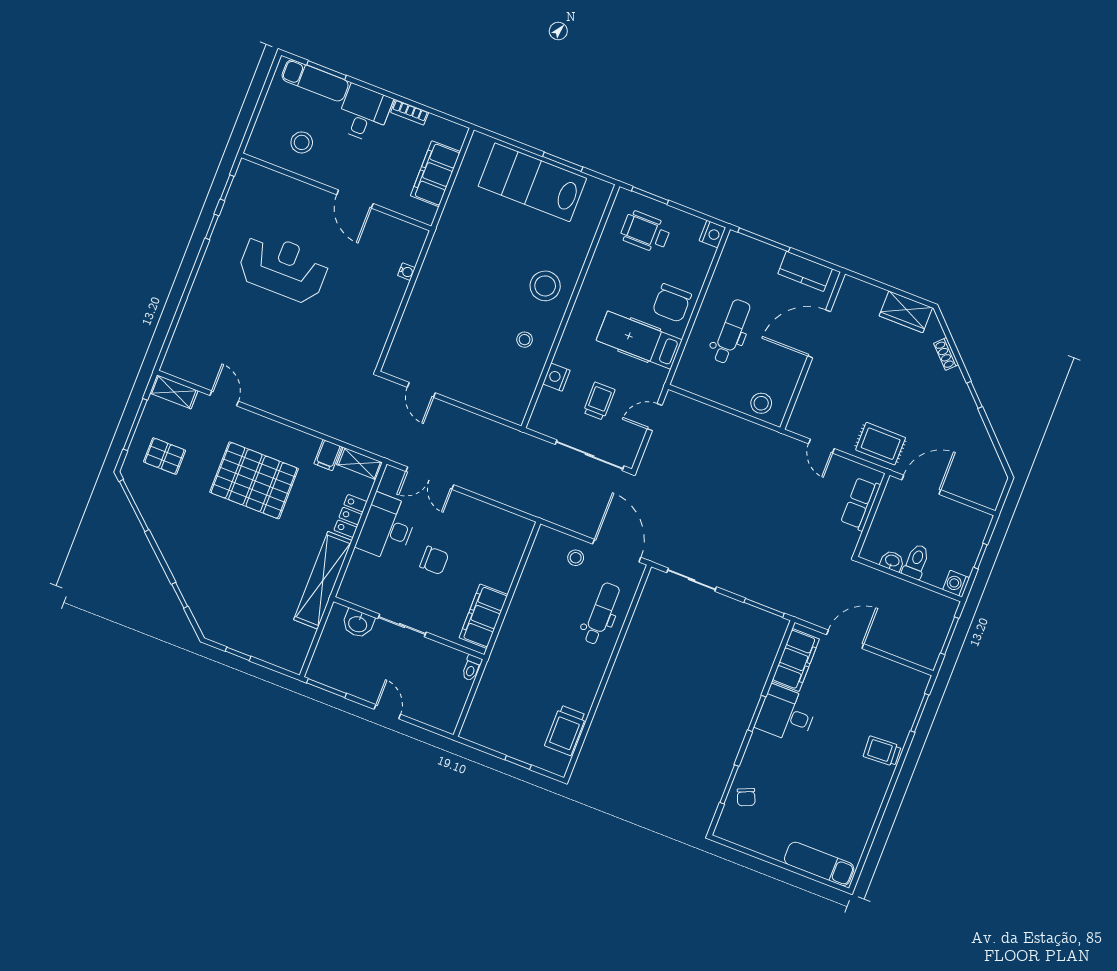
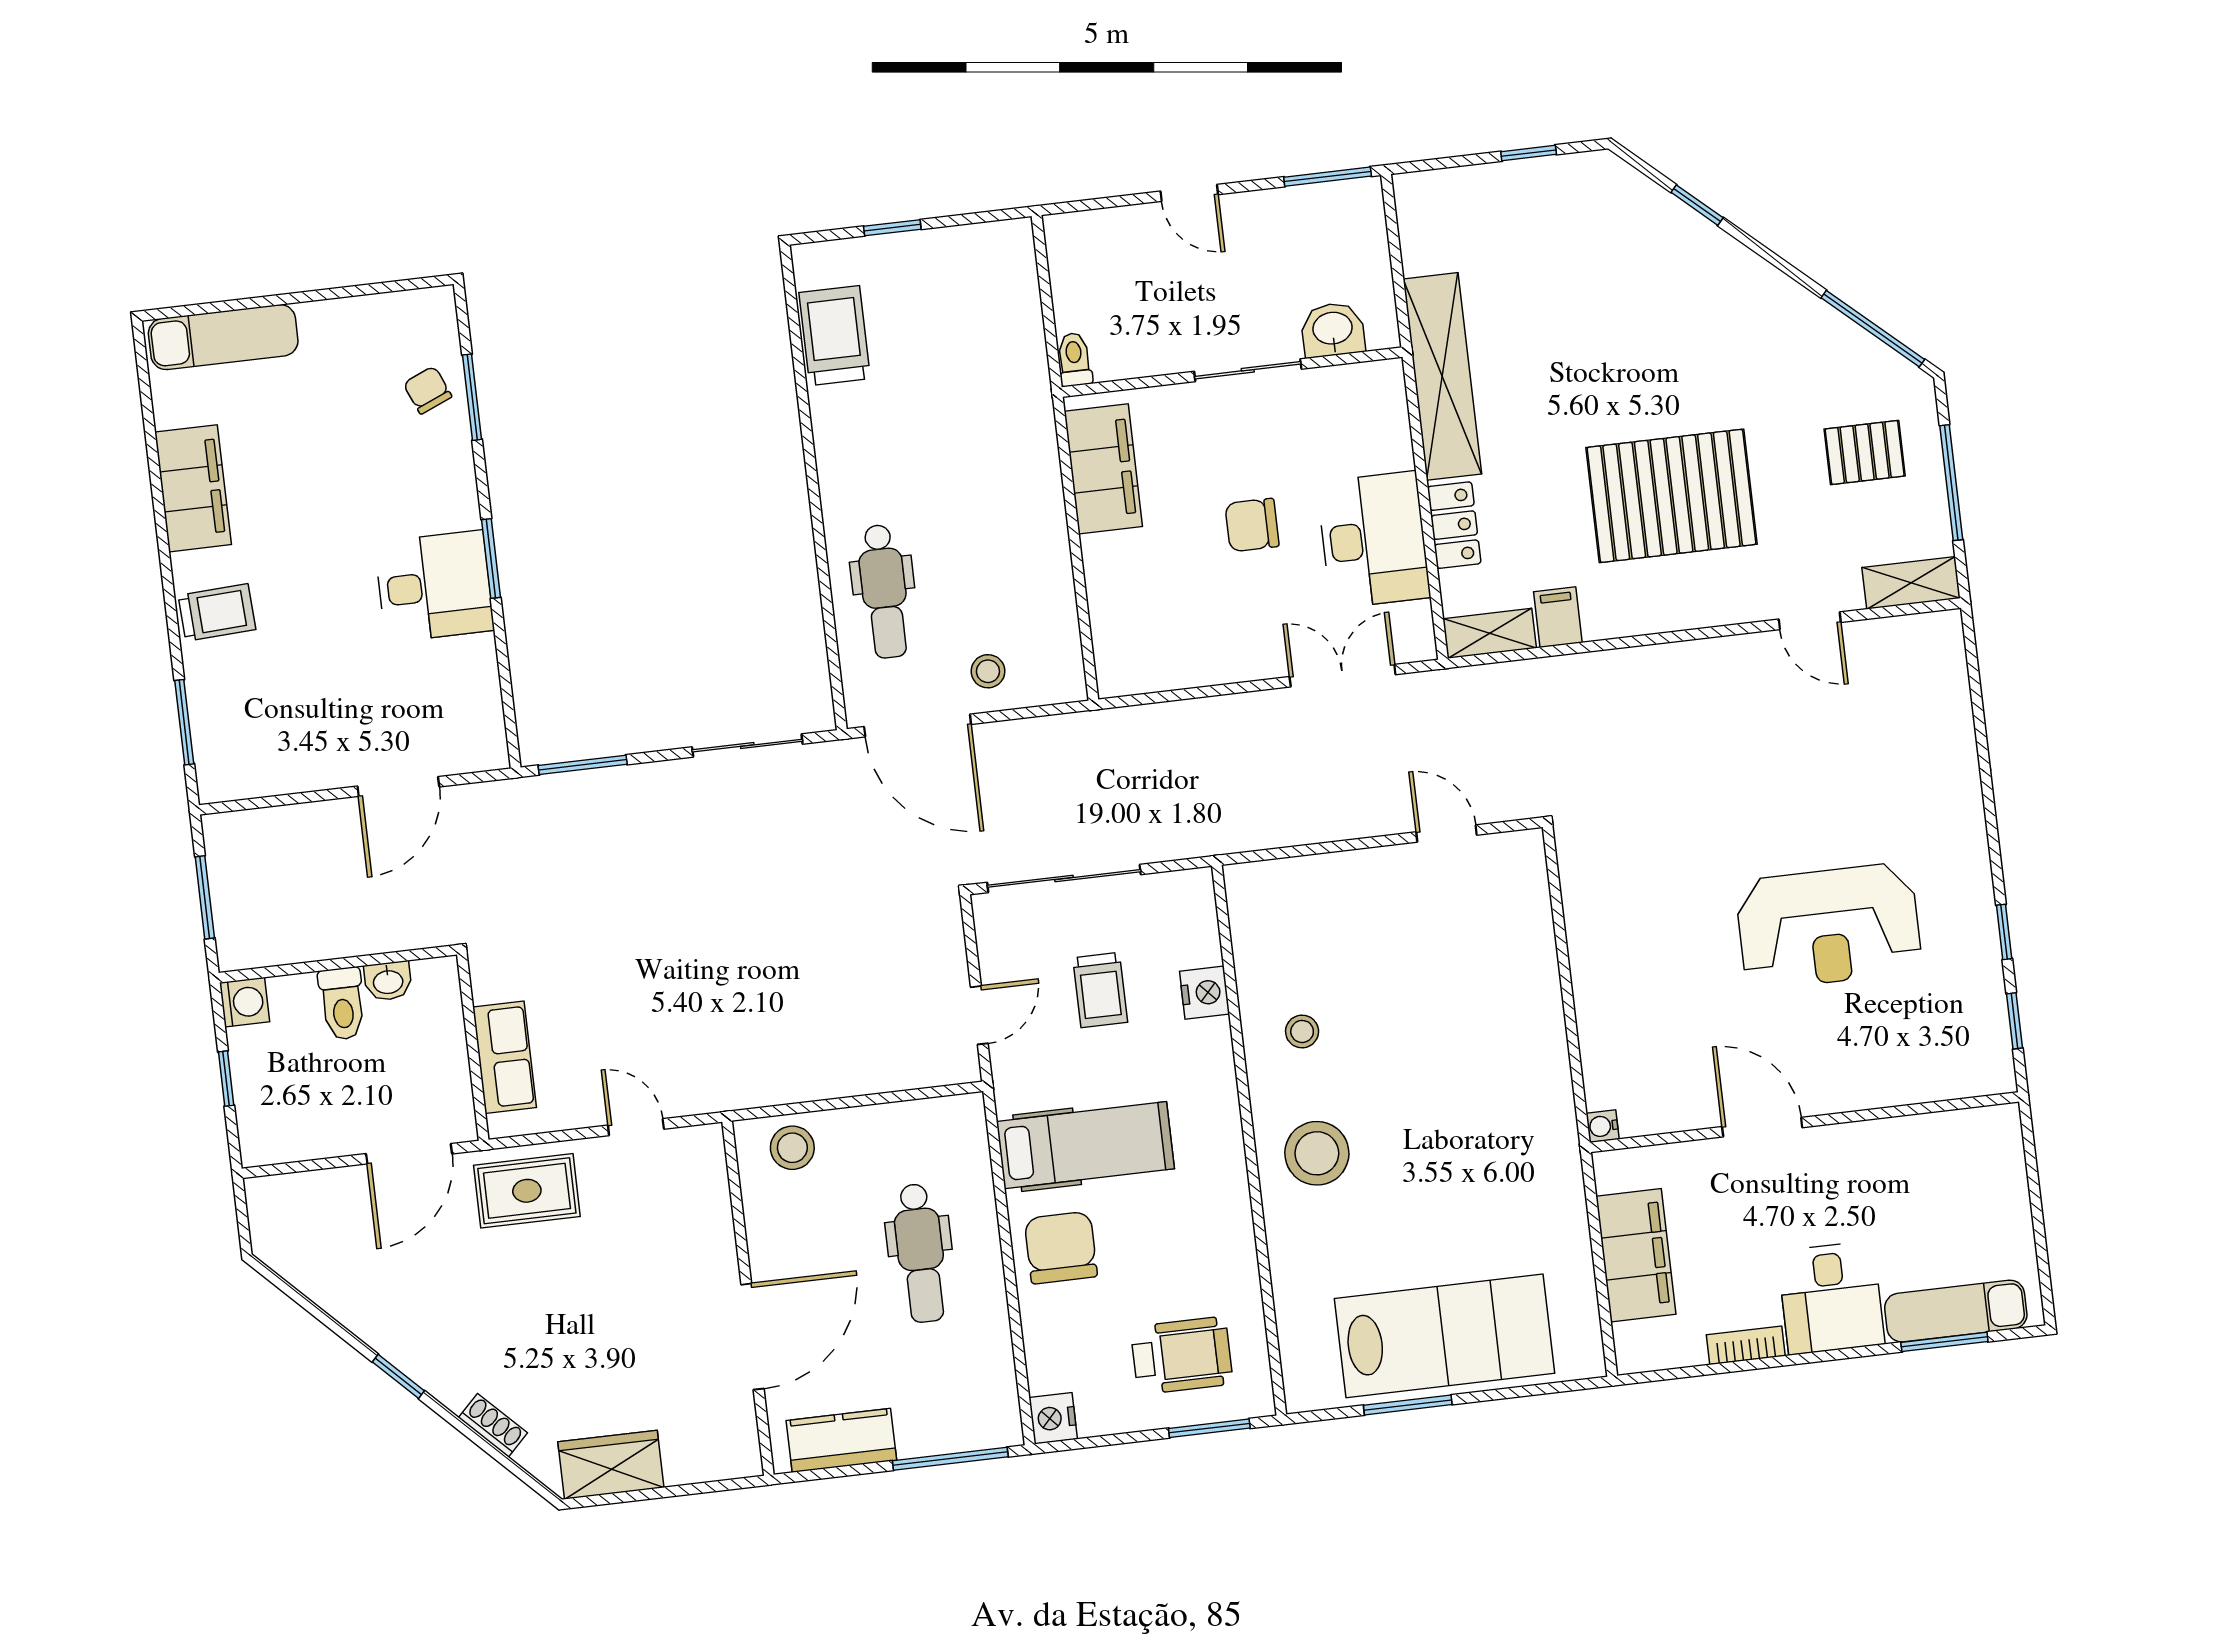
stool: (302, 142) -> (1919, 1181), removed
water cooler: (406, 272) -> (1603, 1126), moved
filing cabinet: (796, 660) -> (193, 488), moved, turned 180

